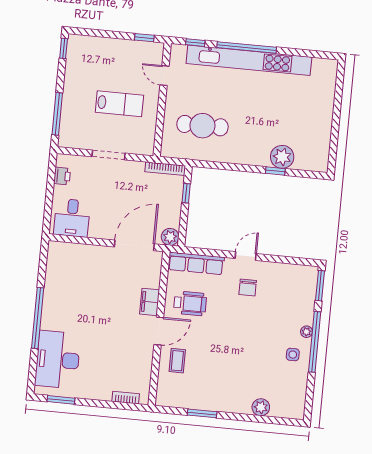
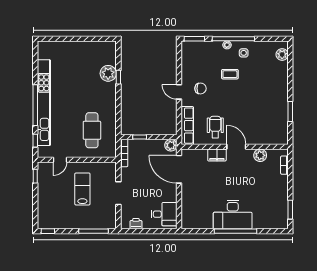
desk: (58, 360) -> (233, 215), moved
coffee table: (177, 361) -> (230, 74), moved
plant: (143, 364) -> (260, 155), added
plant: (261, 407) -> (282, 55), moved

